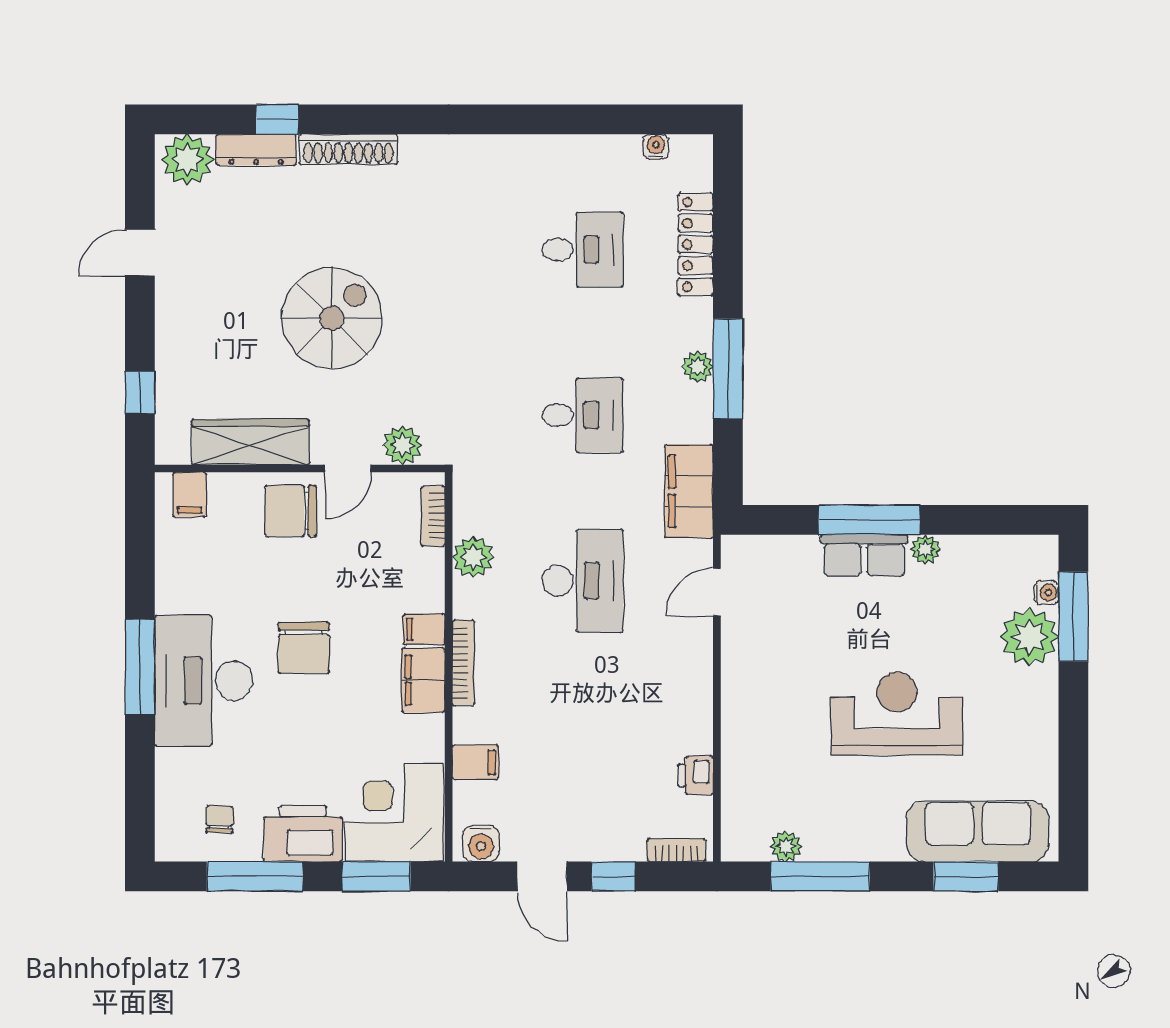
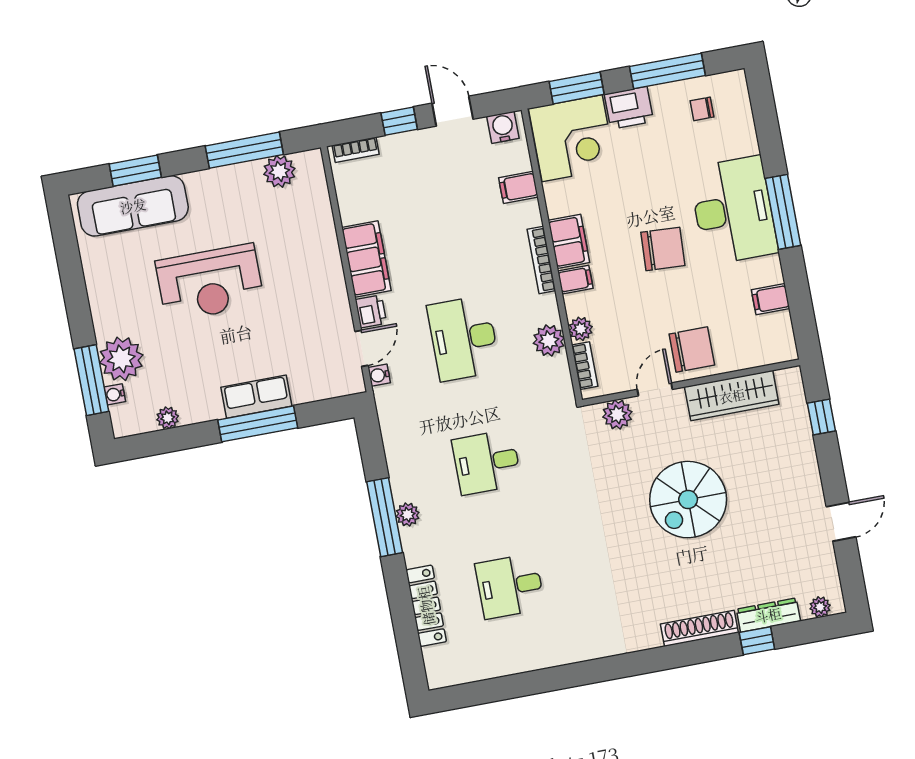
water cooler: (656, 147) -> (379, 375), moved, turned 90
plant: (187, 160) -> (820, 607), width x0.53, depth x0.53
filing cabinet: (689, 491) -> (366, 259), moved
filing cabinet: (190, 495) -> (771, 299), moved, turned -90
plant: (925, 549) -> (168, 418), moved
plant: (429, 565) -> (581, 329), added
chair: (304, 648) -> (663, 249), turned 93
printer: (696, 775) -> (371, 311), moved
chair: (220, 819) -> (702, 109), turned 88
printer: (303, 834) -> (629, 108), width x0.73, depth x0.84
plant: (786, 846) -> (279, 171), width x1.38, depth x1.38

